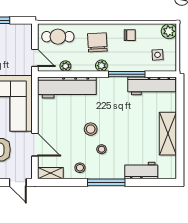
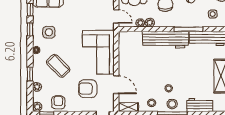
plant: (101, 66) -> (150, 23), moved
workbench: (67, 87) -> (165, 40), moved
stool: (91, 129) -> (172, 104), moved

